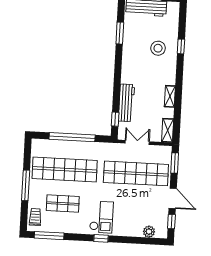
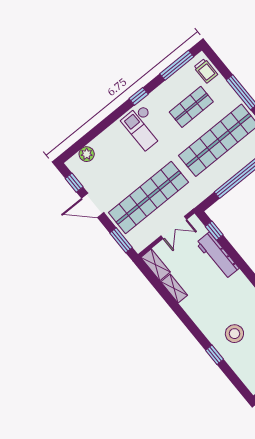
shelving: (170, 96) -> (174, 288), moved
window: (101, 238) -> (139, 96), moved

